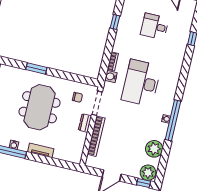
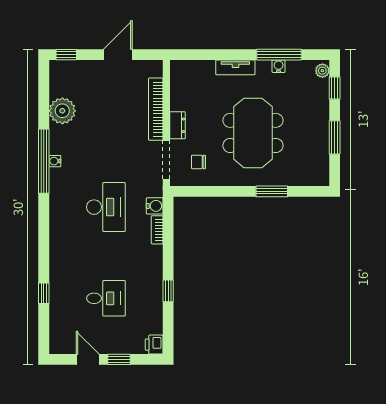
desk: (141, 83) -> (106, 207), width x0.73, depth x0.77
plant: (148, 173) -> (63, 72), removed

